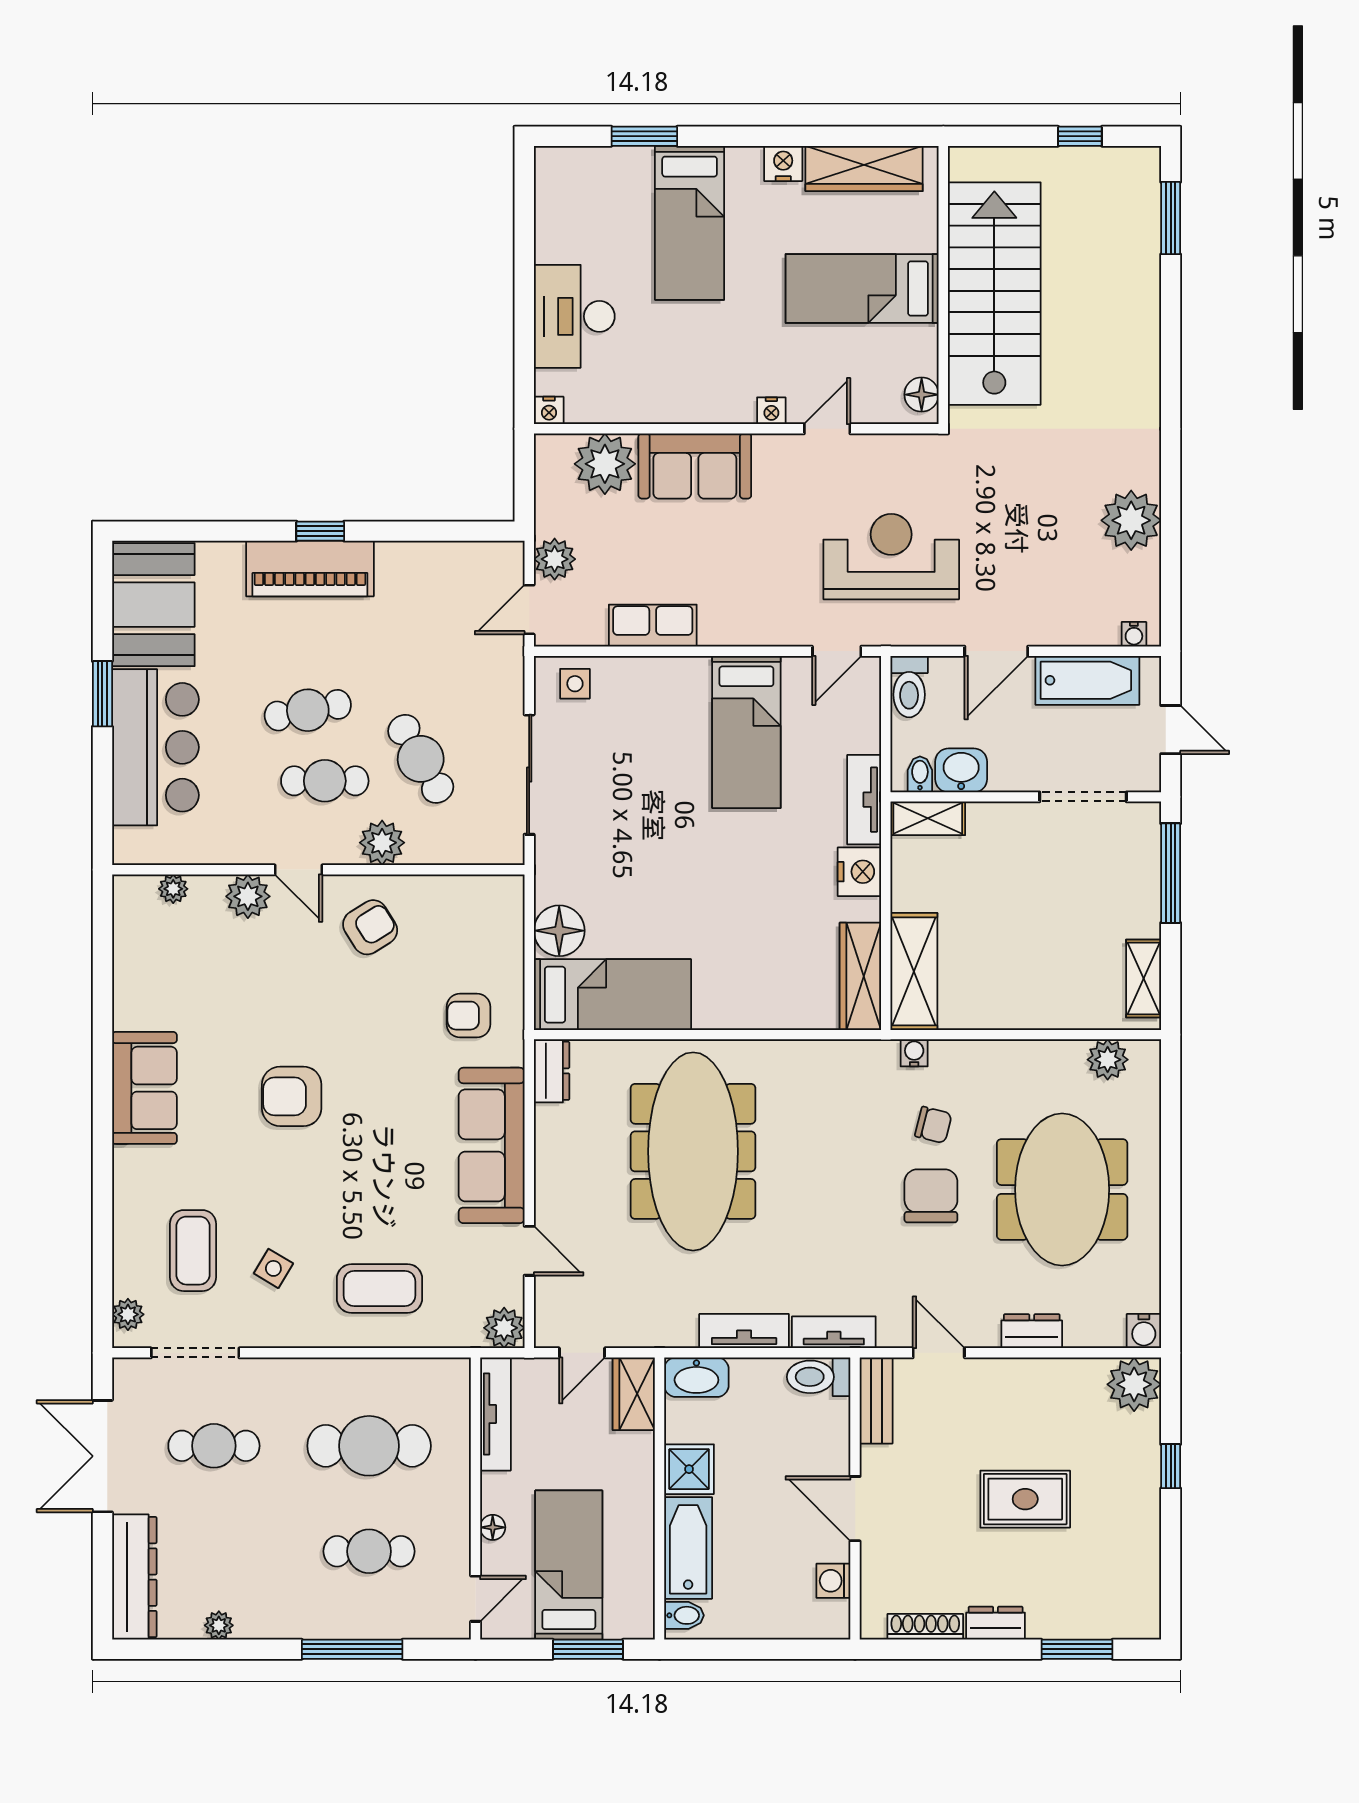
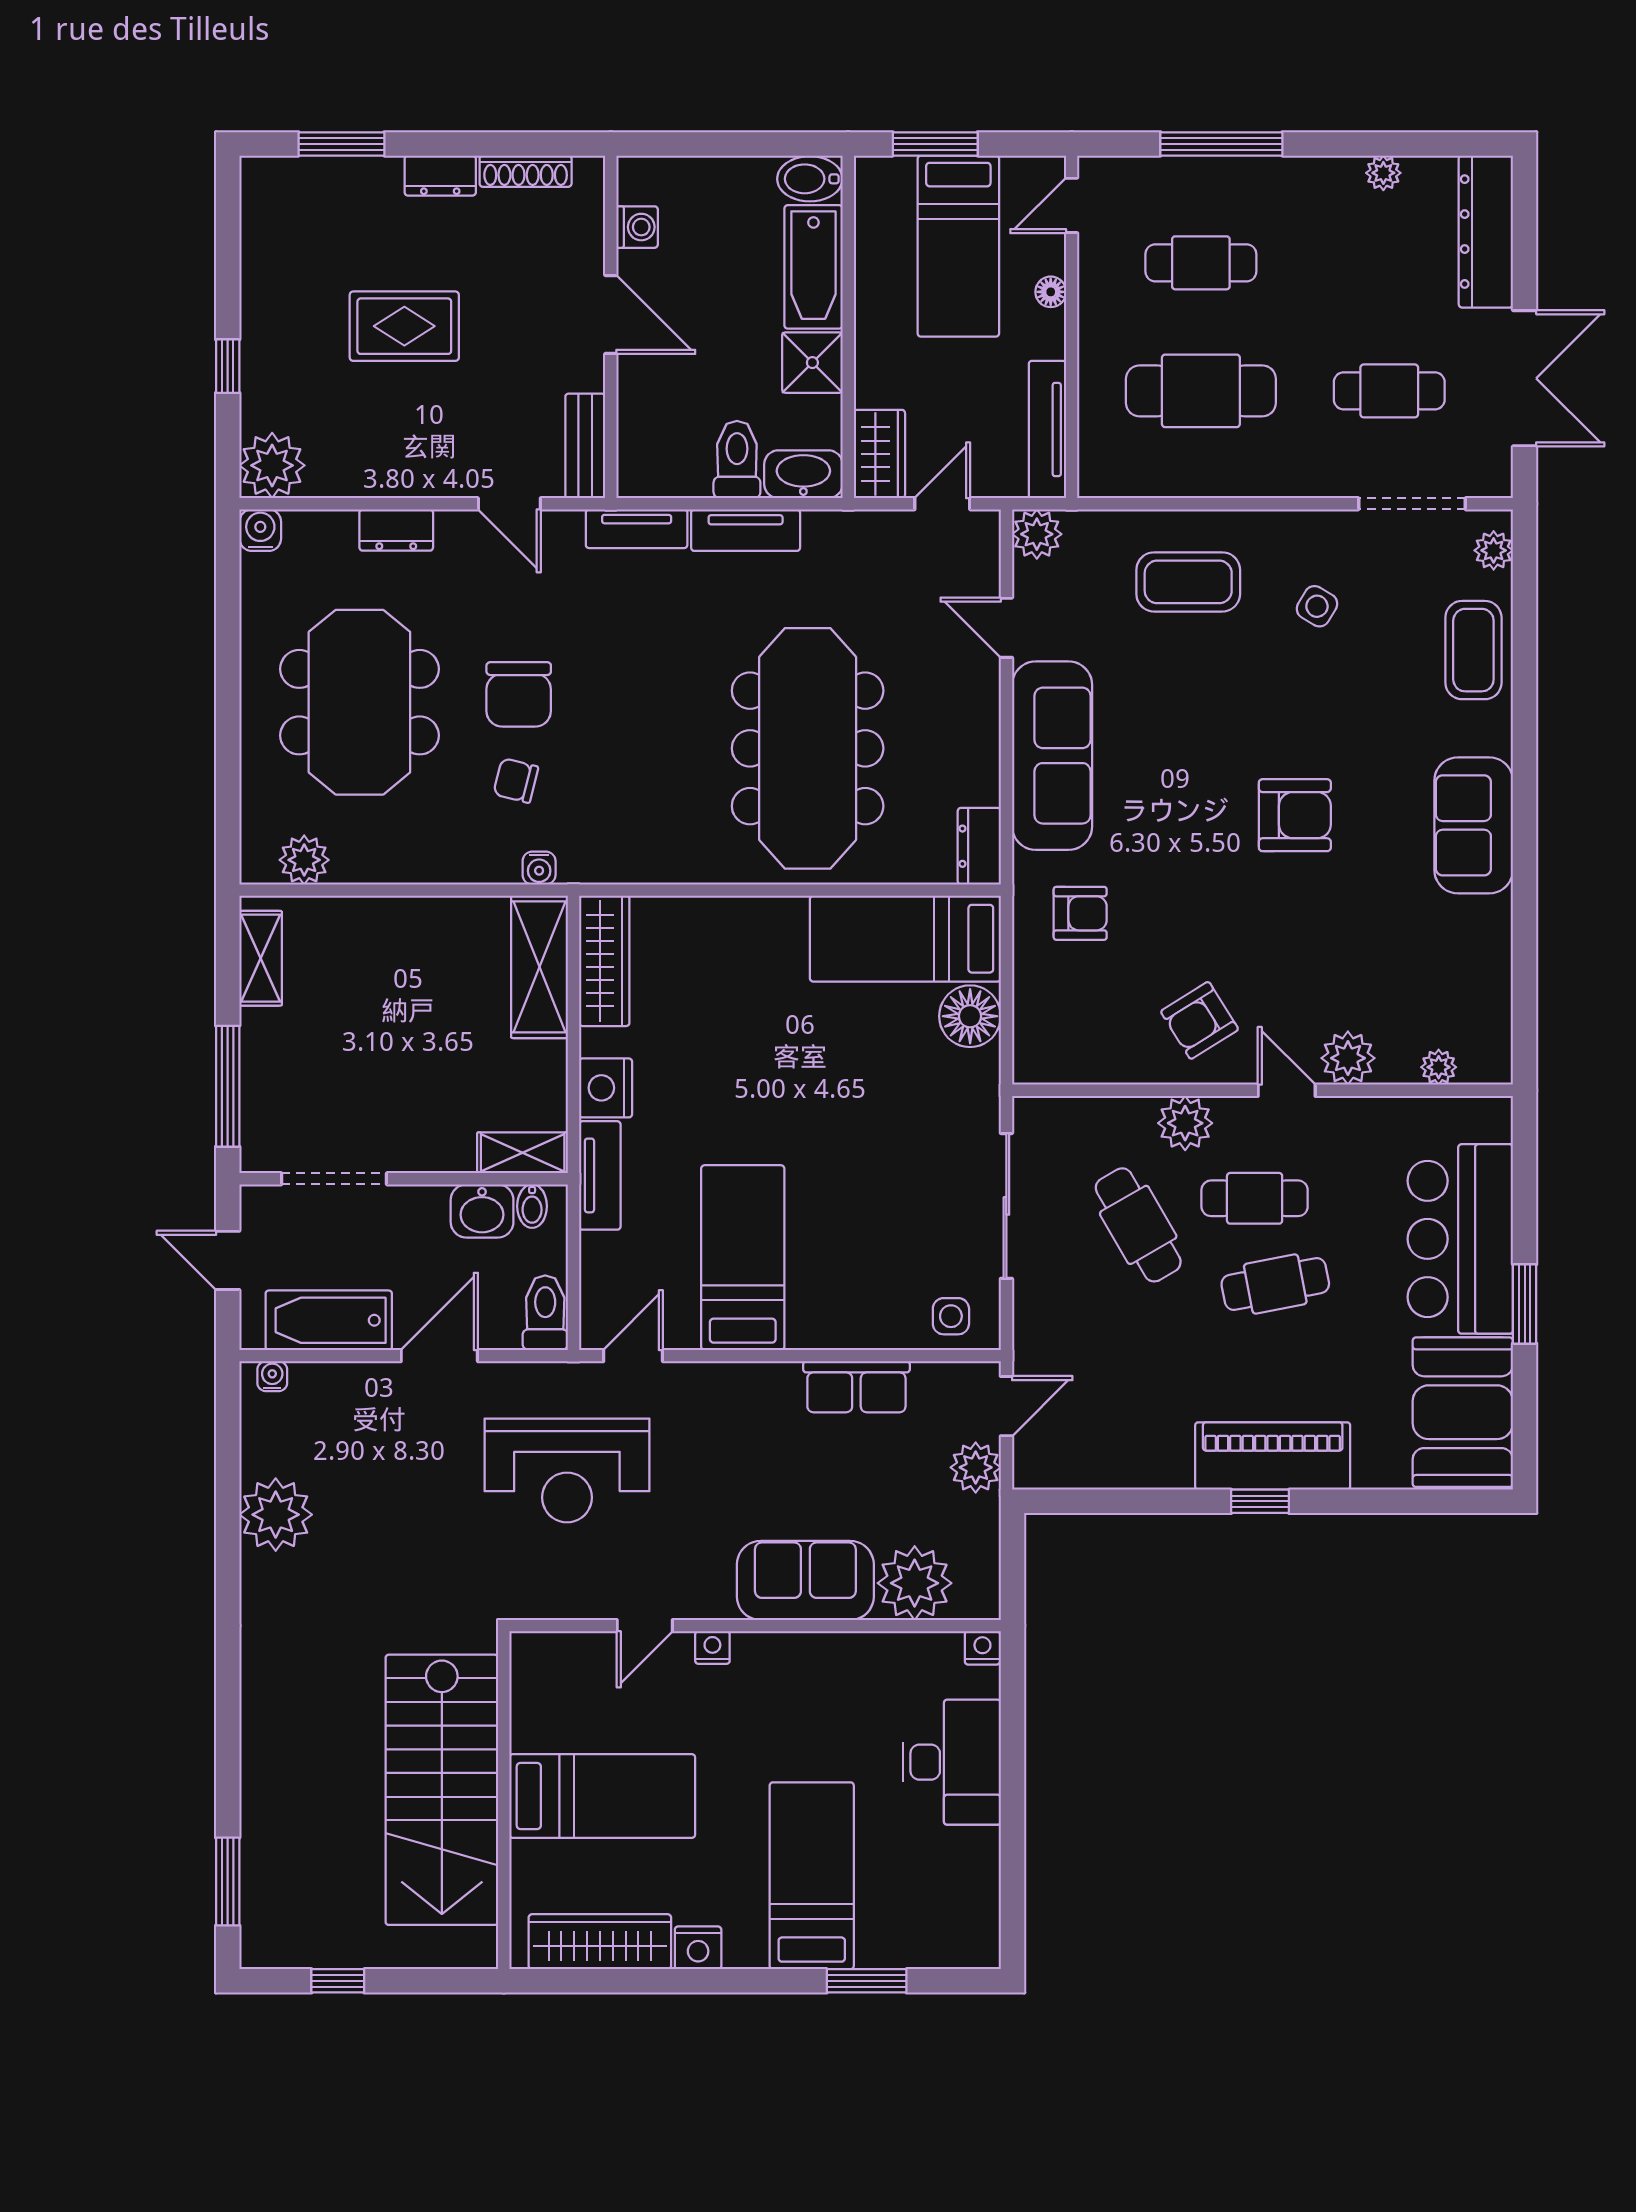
floor lamp: (922, 395) -> (530, 1667), removed
coffee table: (193, 1251) -> (1473, 650), moved
toilet: (819, 1377) -> (737, 460), moved, turned -90
bidet: (684, 1615) -> (810, 179), width x1.38, depth x1.36

